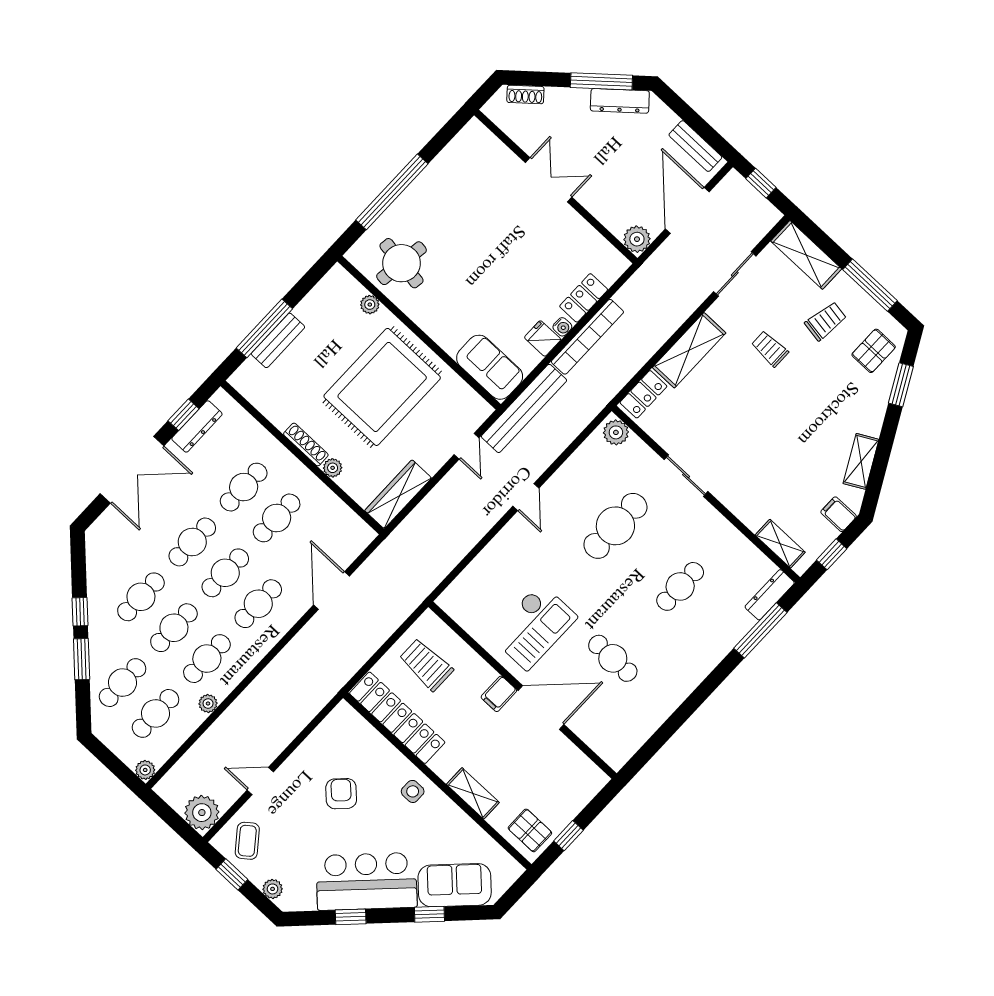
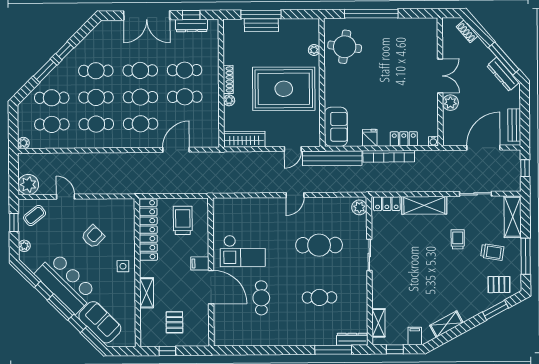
plant: (637, 239) -> (450, 103), moved
water cooler: (562, 327) -> (433, 141), moved
plant: (208, 704) -> (77, 143), removed
pallet: (530, 830) -> (174, 322), moved

